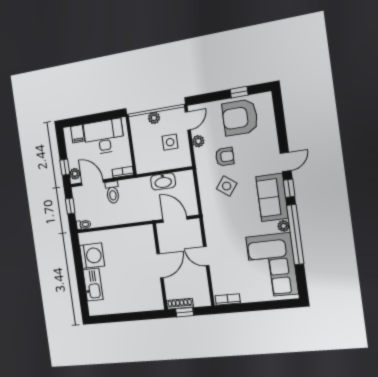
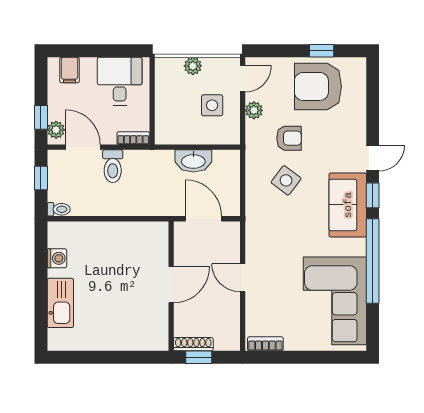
desk: (104, 137) -> (120, 81), width x0.73
plant: (284, 226) -> (358, 247), removed
washing machine: (92, 256) -> (57, 258), width x0.53, depth x0.53

